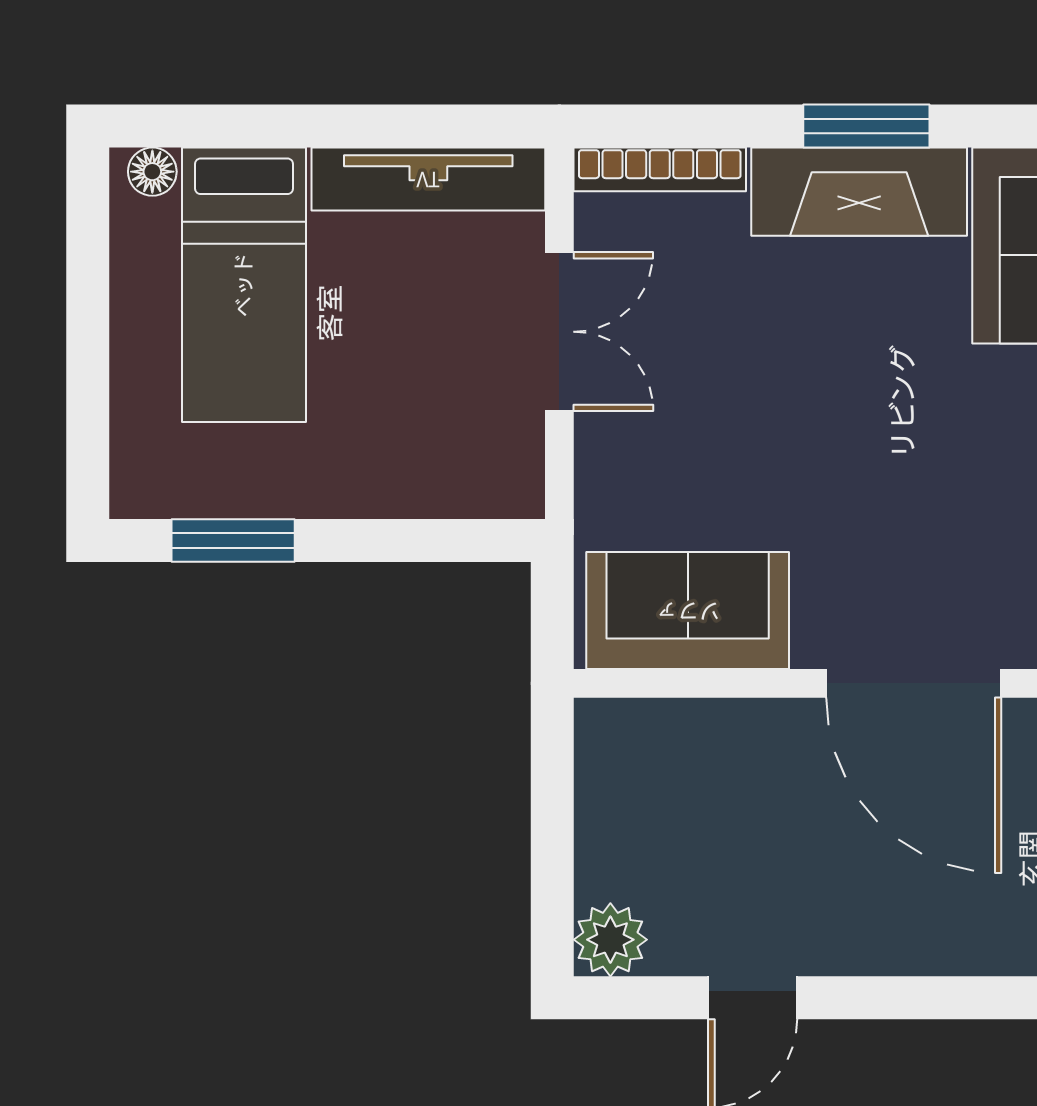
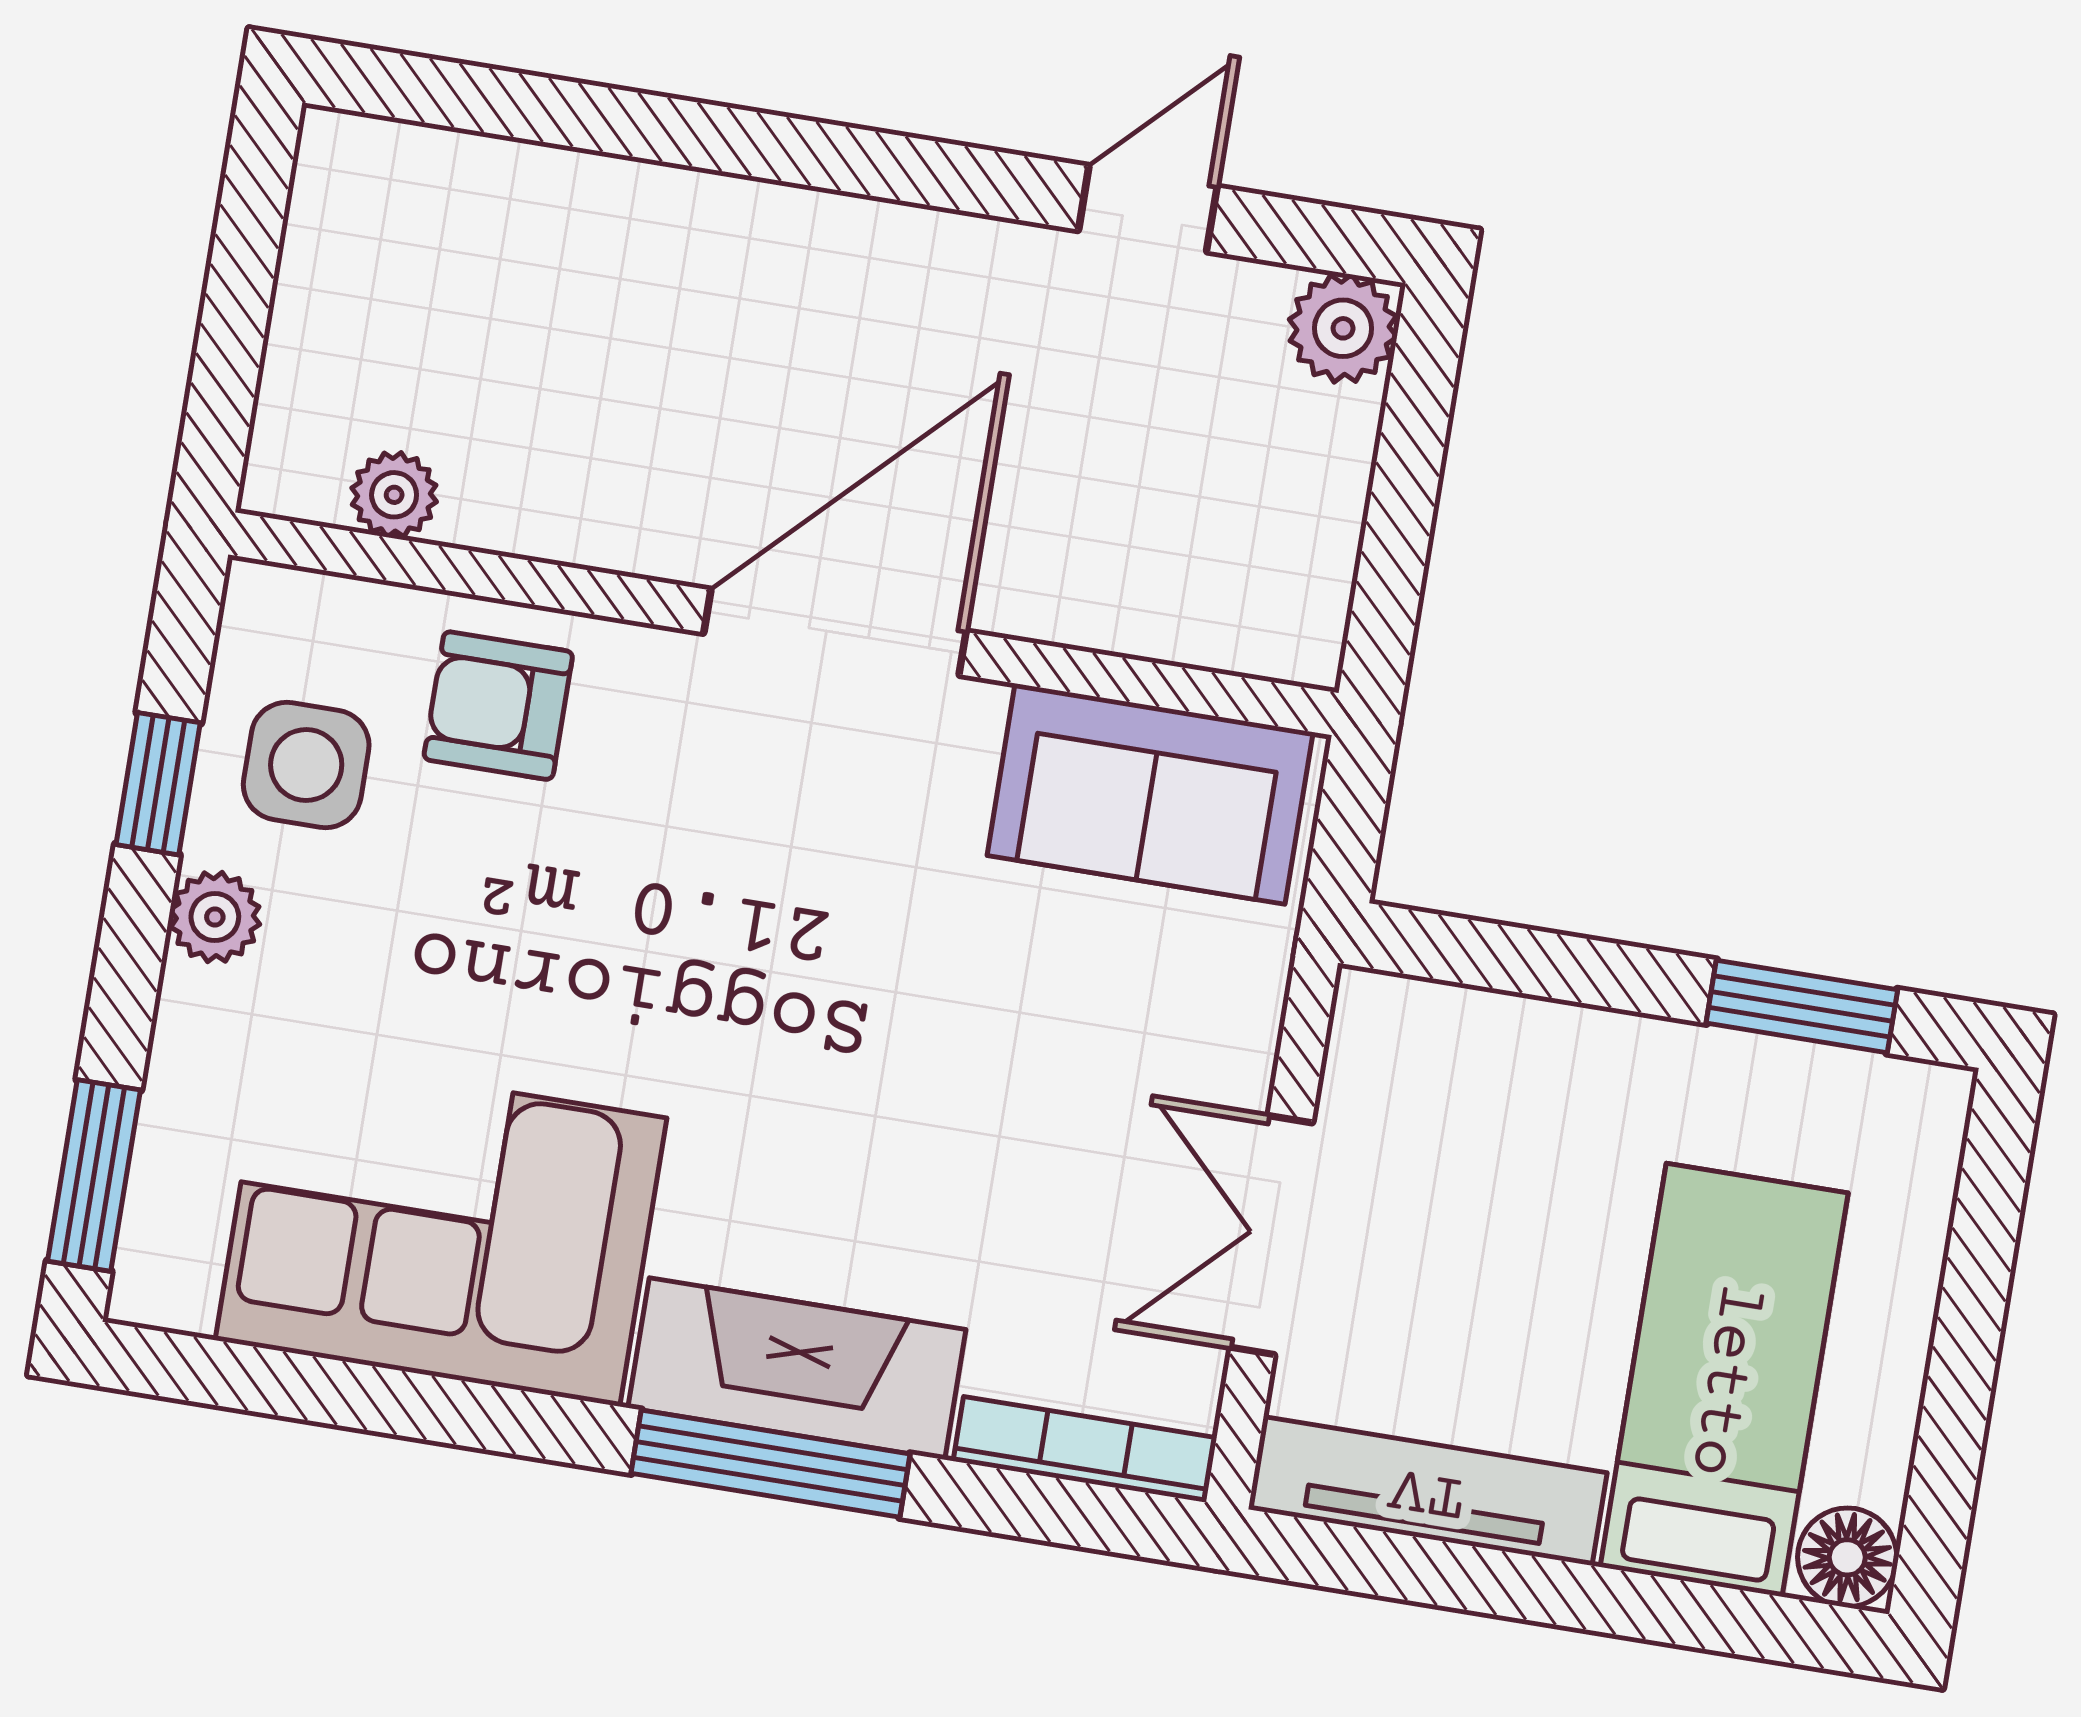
window: (866, 126) -> (771, 1464), width x1.44
floor lamp: (152, 172) -> (1847, 1557), width x1.37, depth x1.37
door: (914, 683) -> (835, 632), hinge flipped

